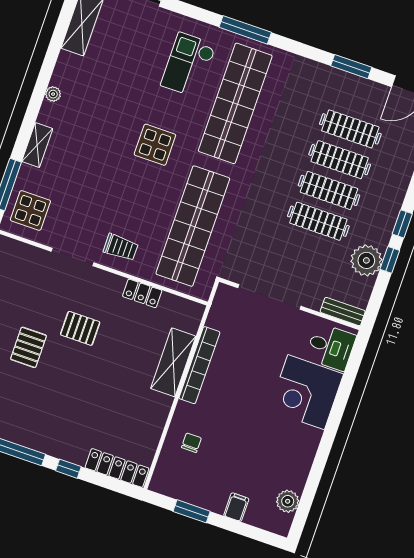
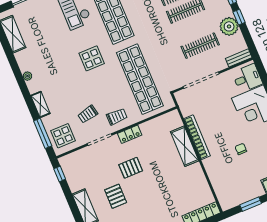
trolley: (86, 211) -> (88, 114), added
clothes rail: (318, 221) -> (200, 46), moved
locker: (142, 293) -> (130, 134), moved
chair: (191, 443) -> (241, 149), moved

